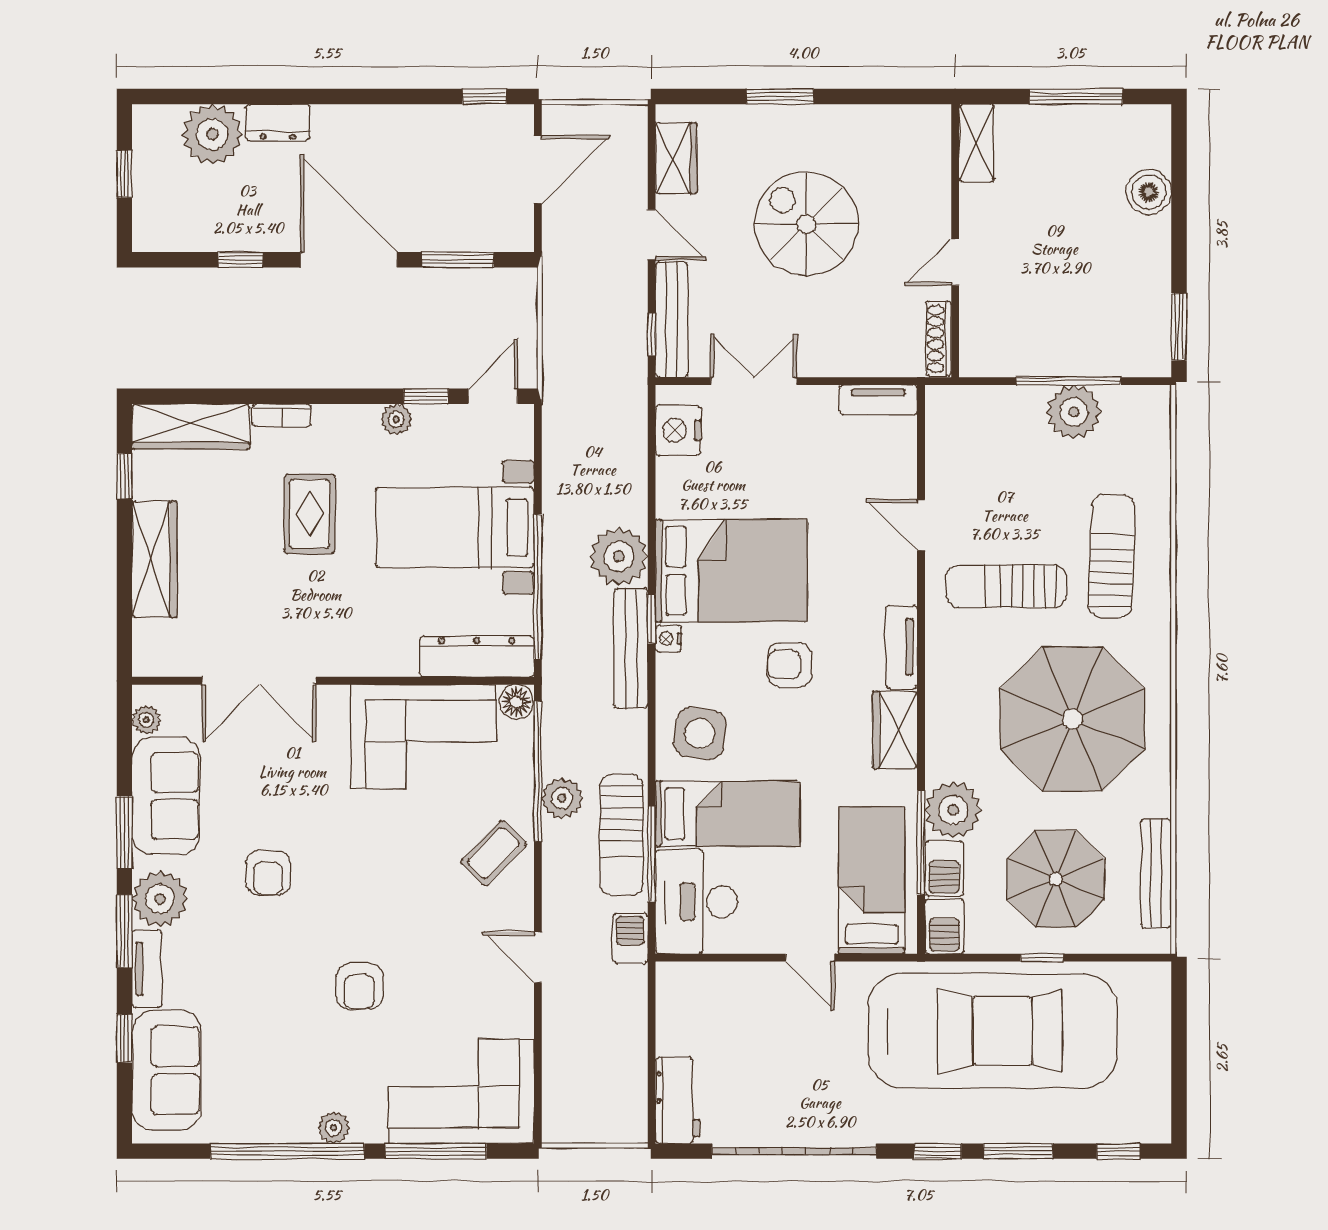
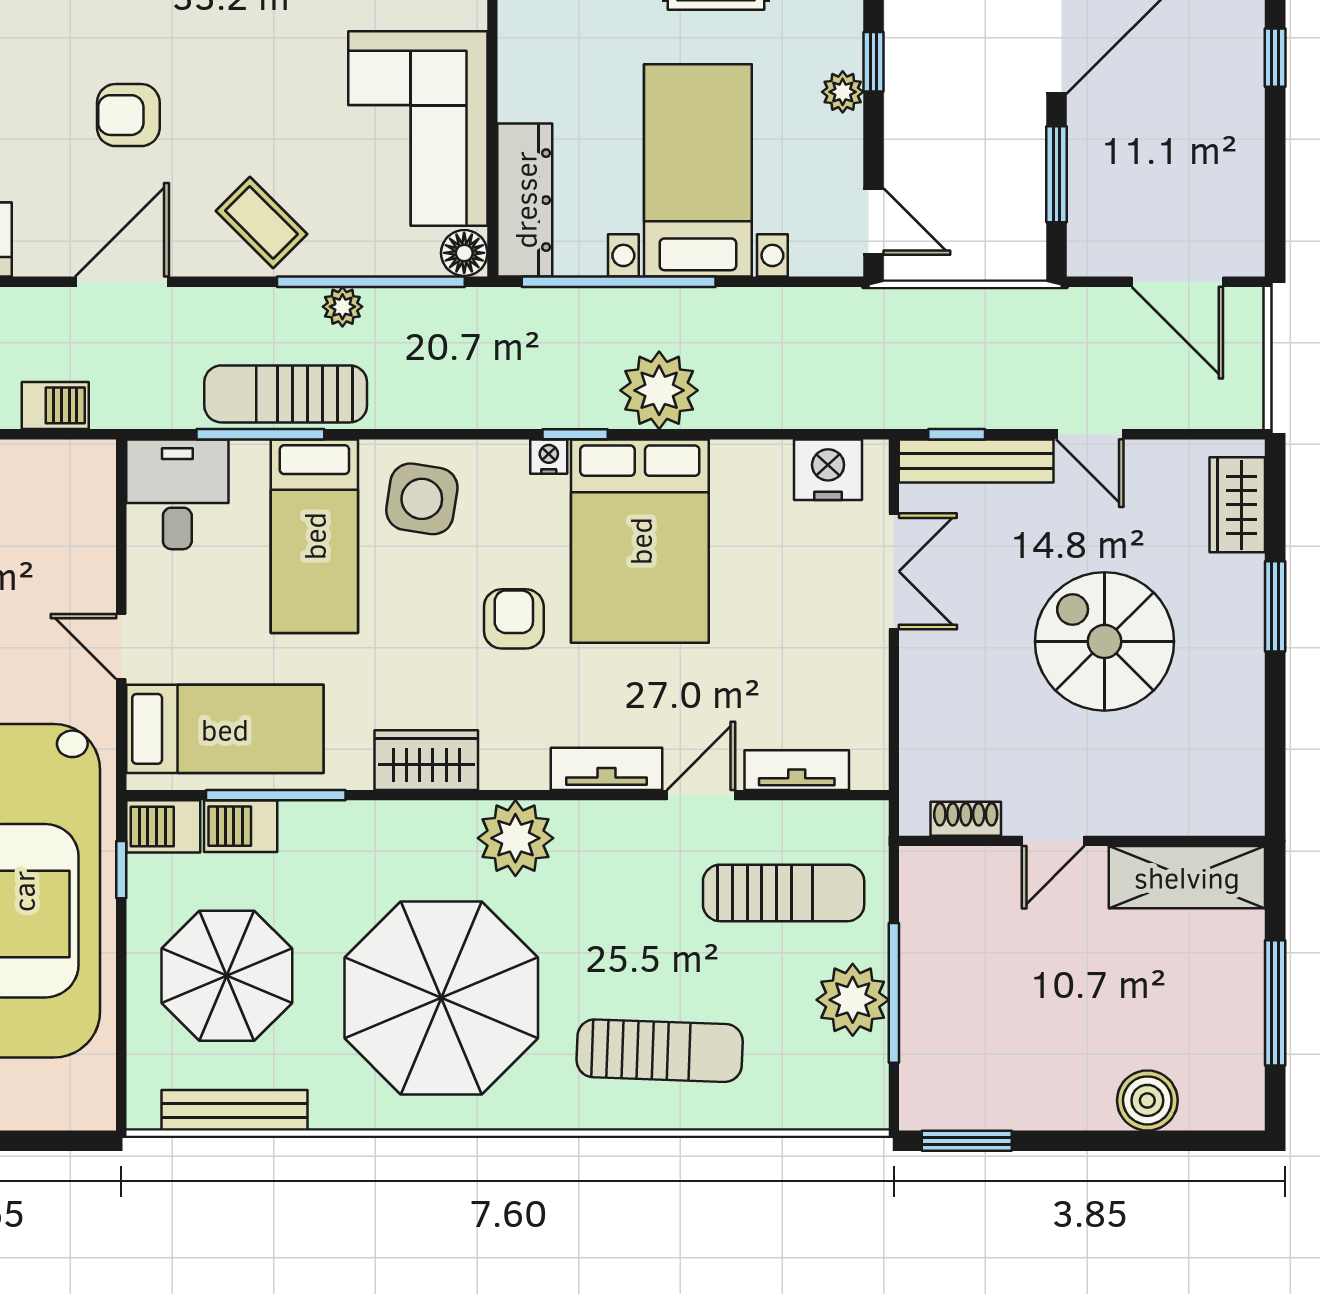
window: (485, 97) -> (1275, 58), moved
shelving: (976, 143) -> (1187, 877), width x1.50, depth x1.33
wardrobe: (676, 158) -> (1237, 505), moved, turned 90
spiral stairs: (806, 224) -> (1104, 641), turned -90
door: (652, 235) -> (1090, 434), hinge flipped
door: (955, 262) -> (1053, 841), swing flipped
shoe rack: (939, 339) -> (966, 819), width x0.70
window: (426, 396) -> (874, 62), moved
tv unit: (878, 400) -> (797, 770), moved, turned 90
sun lounger: (1006, 586) -> (784, 893), moved, turned 90
tv unit: (901, 647) -> (606, 769), moved
bench: (631, 648) -> (536, 407), removed
plant: (562, 798) -> (342, 307), width x0.73, depth x0.73
plant: (953, 810) -> (515, 838), moved
desk: (696, 902) -> (177, 494), width x0.73
barbecue: (630, 938) -> (55, 405), moved
door: (538, 957) -> (122, 282), width x1.38
door: (810, 958) -> (121, 647), hinge flipped
window: (1042, 958) -> (121, 870), moved
armchair: (359, 986) -> (128, 115), moved

